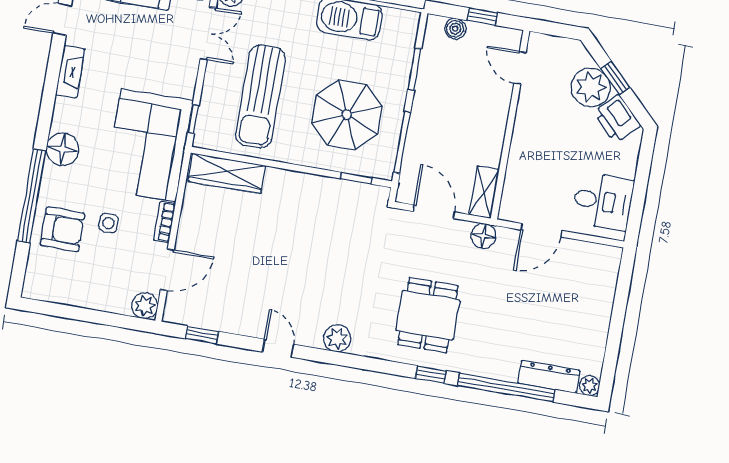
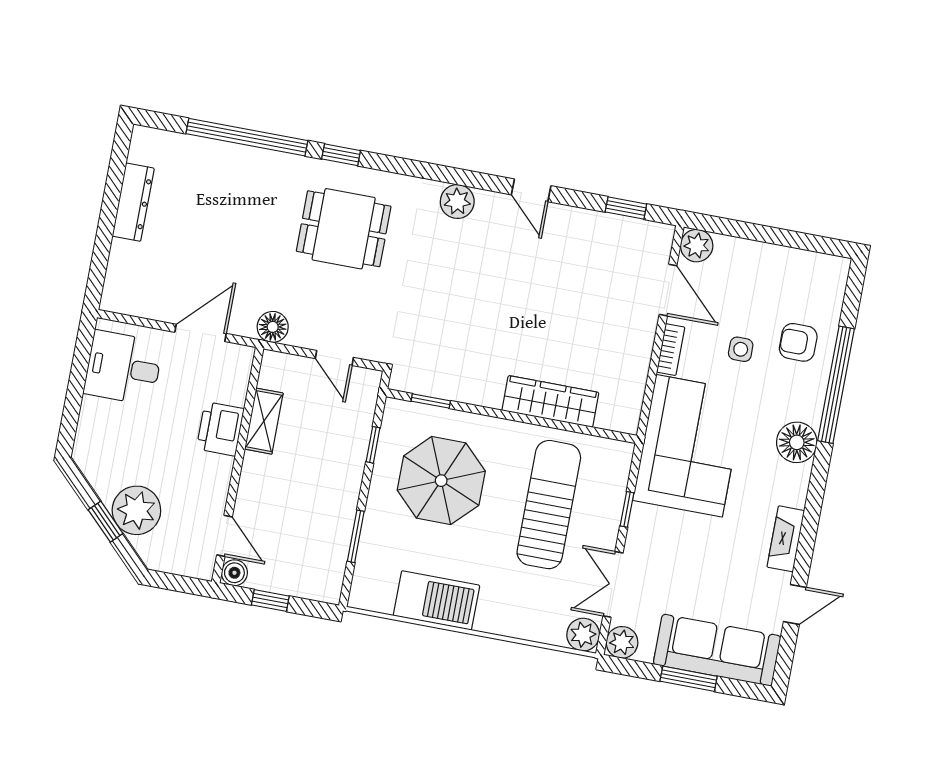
boiler: (455, 29) -> (234, 573), moved
window: (193, 119) -> (627, 509), moved
printer: (617, 119) -> (220, 429), moved, turned -135
window: (402, 142) -> (373, 445), width x0.46
wardrobe: (227, 173) -> (550, 401), moved
shelving: (484, 192) -> (264, 421), moved
door: (434, 212) -> (334, 358), width x0.73
armchair: (62, 229) -> (798, 342), width x0.72, depth x0.72
door: (167, 270) -> (668, 290), swing flipped
dining table: (428, 315) -> (344, 229), turned 90
dresser: (549, 377) -> (133, 202), moved, turned -90
plant: (590, 386) -> (143, 138), removed

